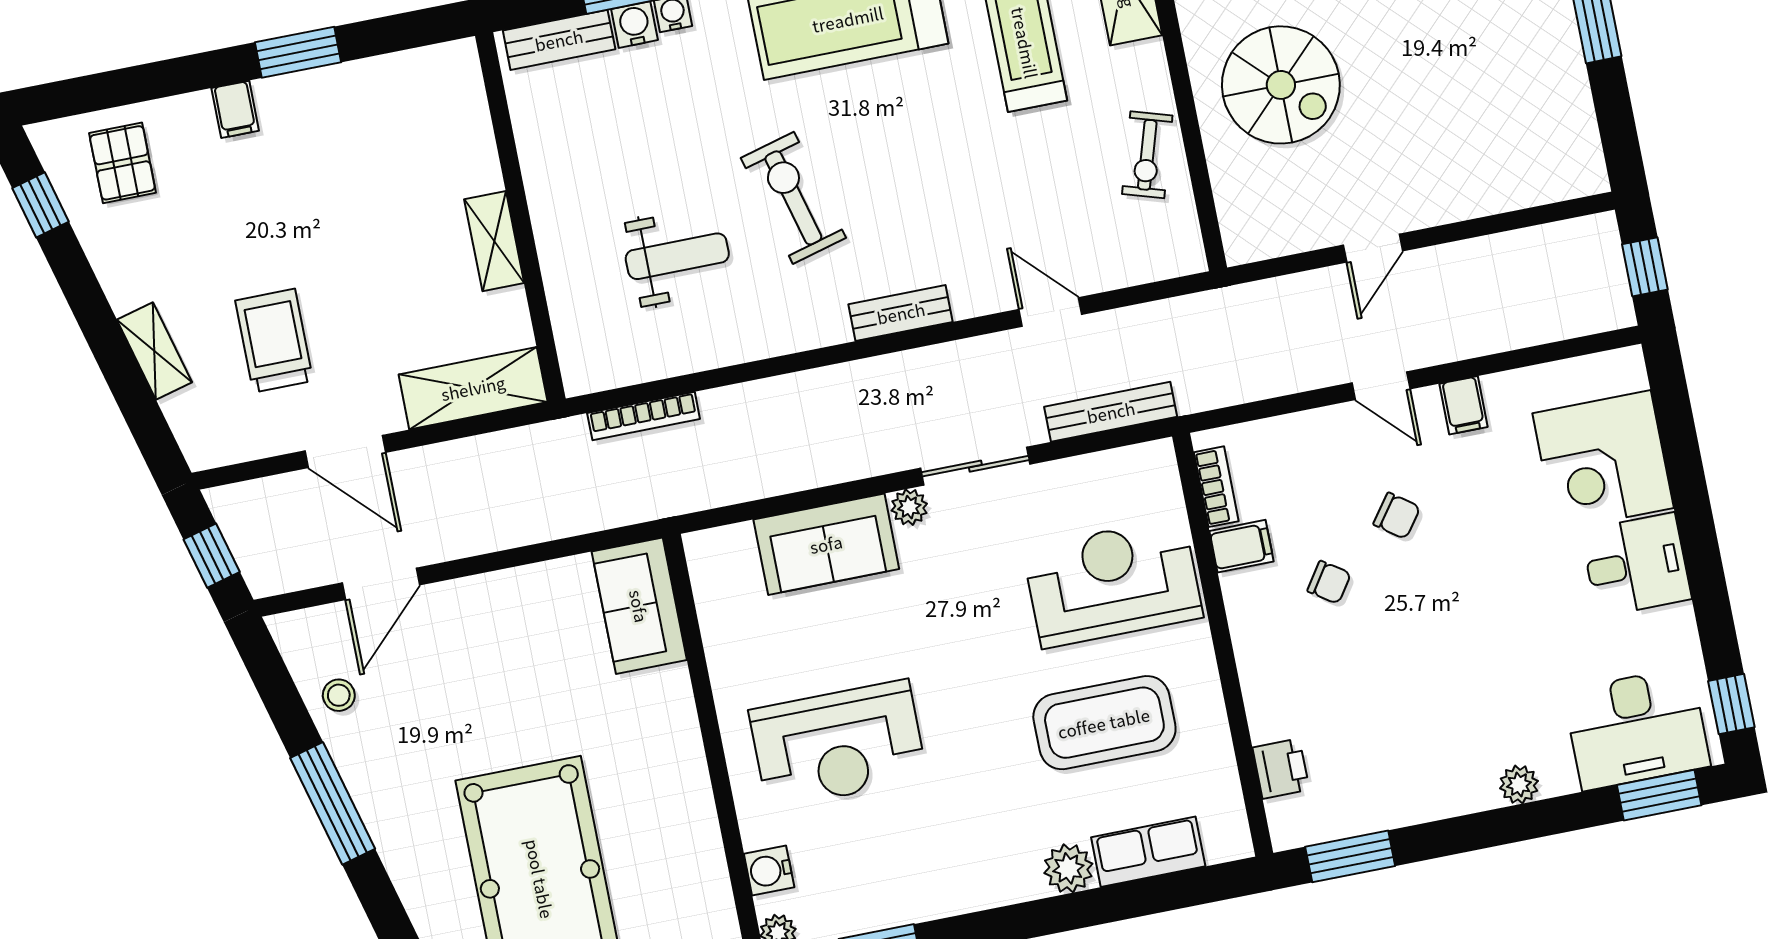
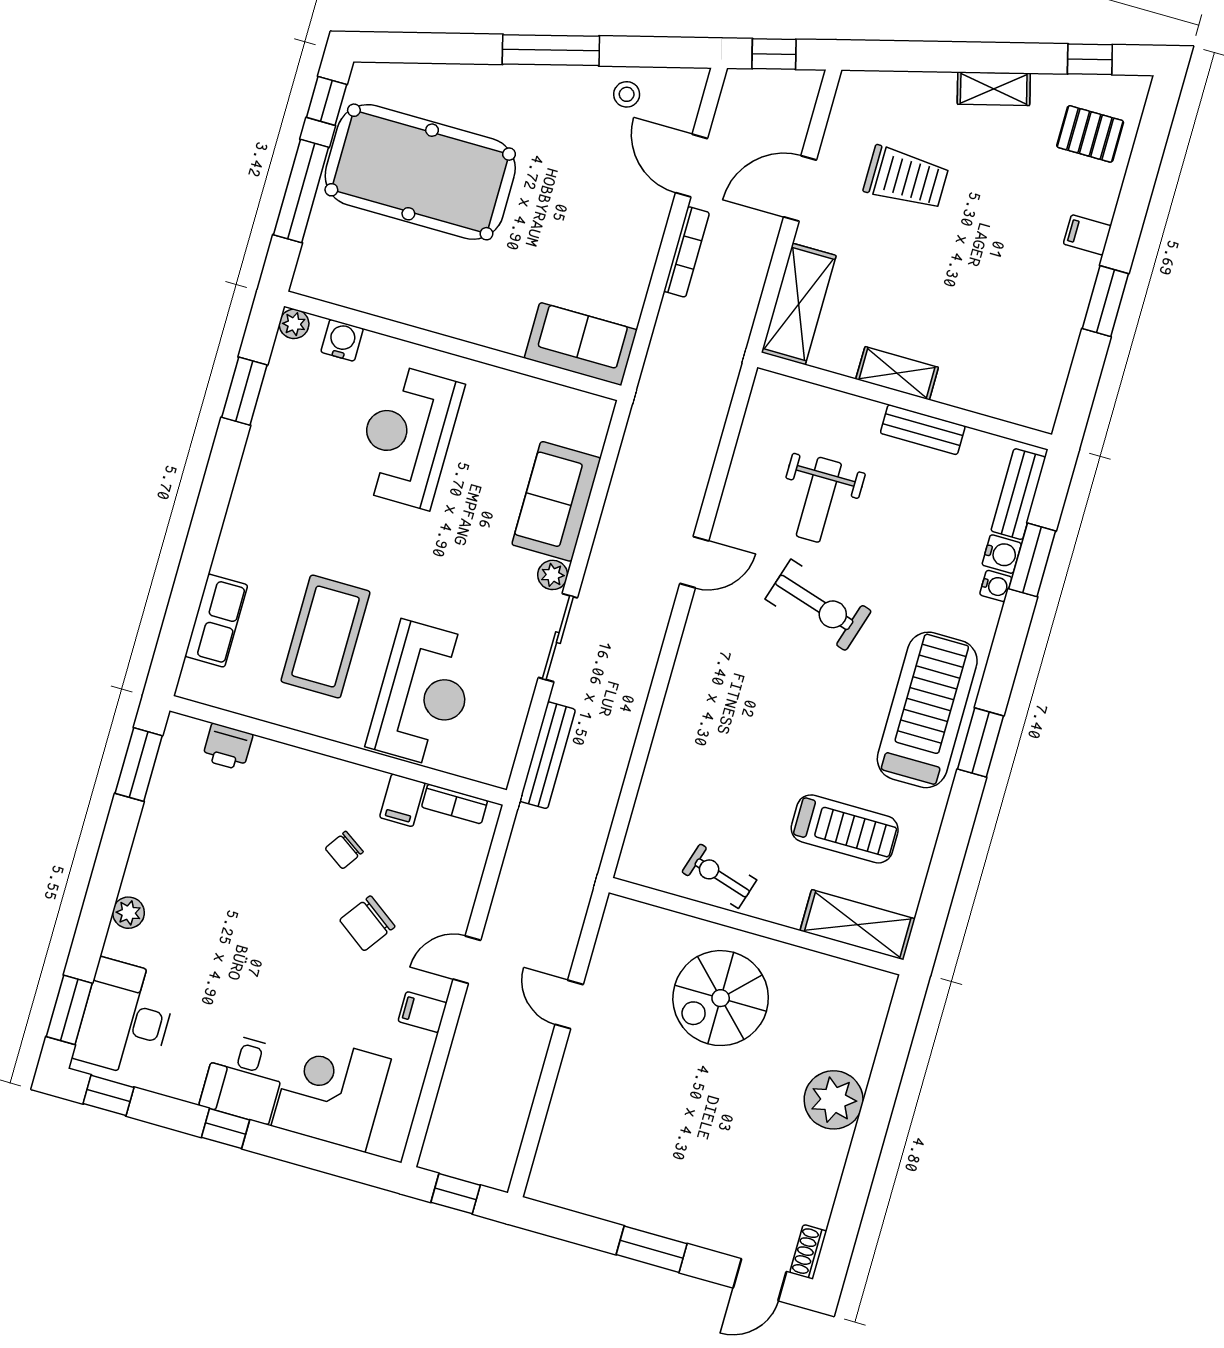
exercise bike: (793, 198) -> (818, 605), turned 32
door: (1050, 312) -> (694, 562), moved
bench: (901, 313) -> (923, 430), moved, turned 90
shelving: (154, 351) -> (994, 89), moved
bookcase: (644, 416) -> (687, 252), moved, turned 180
chair: (1397, 516) -> (367, 923), width x1.37, depth x1.37
window: (1702, 557) -> (226, 1129), added
plant: (1068, 868) -> (234, 557), removed

